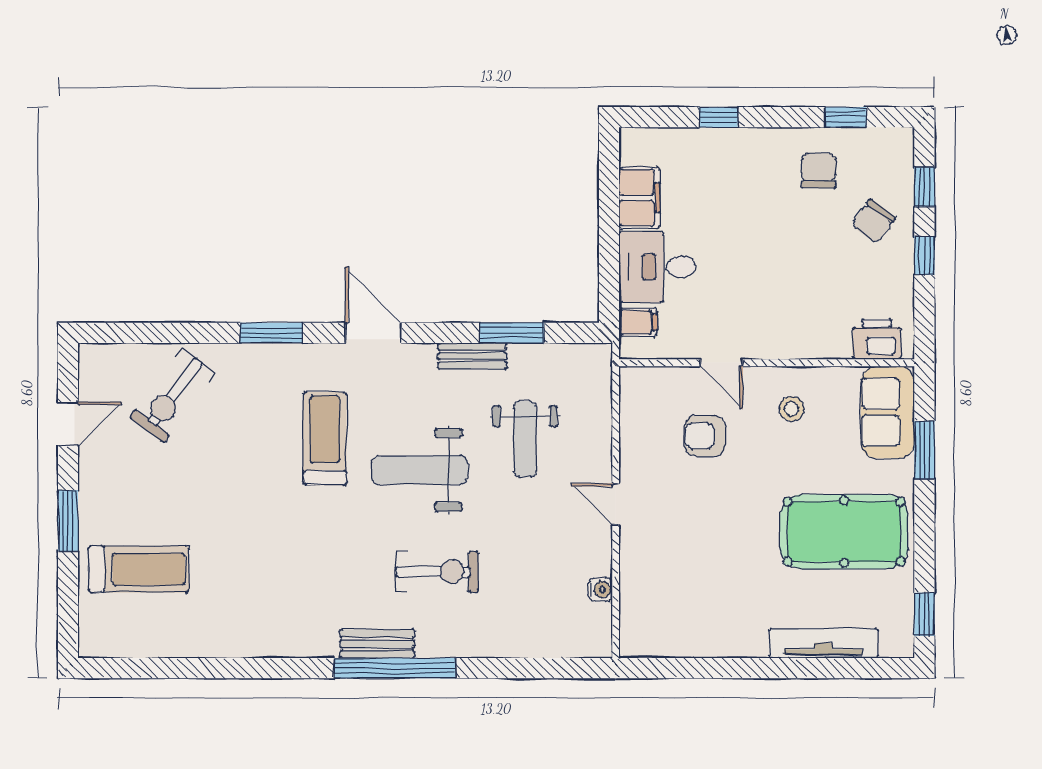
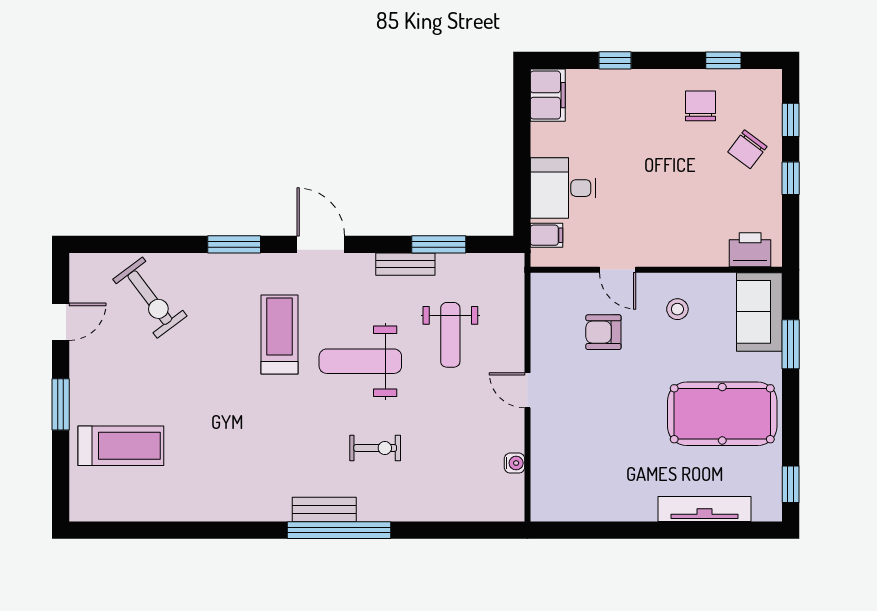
filing cabinet: (639, 198) -> (548, 95), moved
exercise bike: (173, 395) -> (150, 298), turned -74
exercise bike: (437, 572) -> (375, 448), width x0.73, depth x0.72

